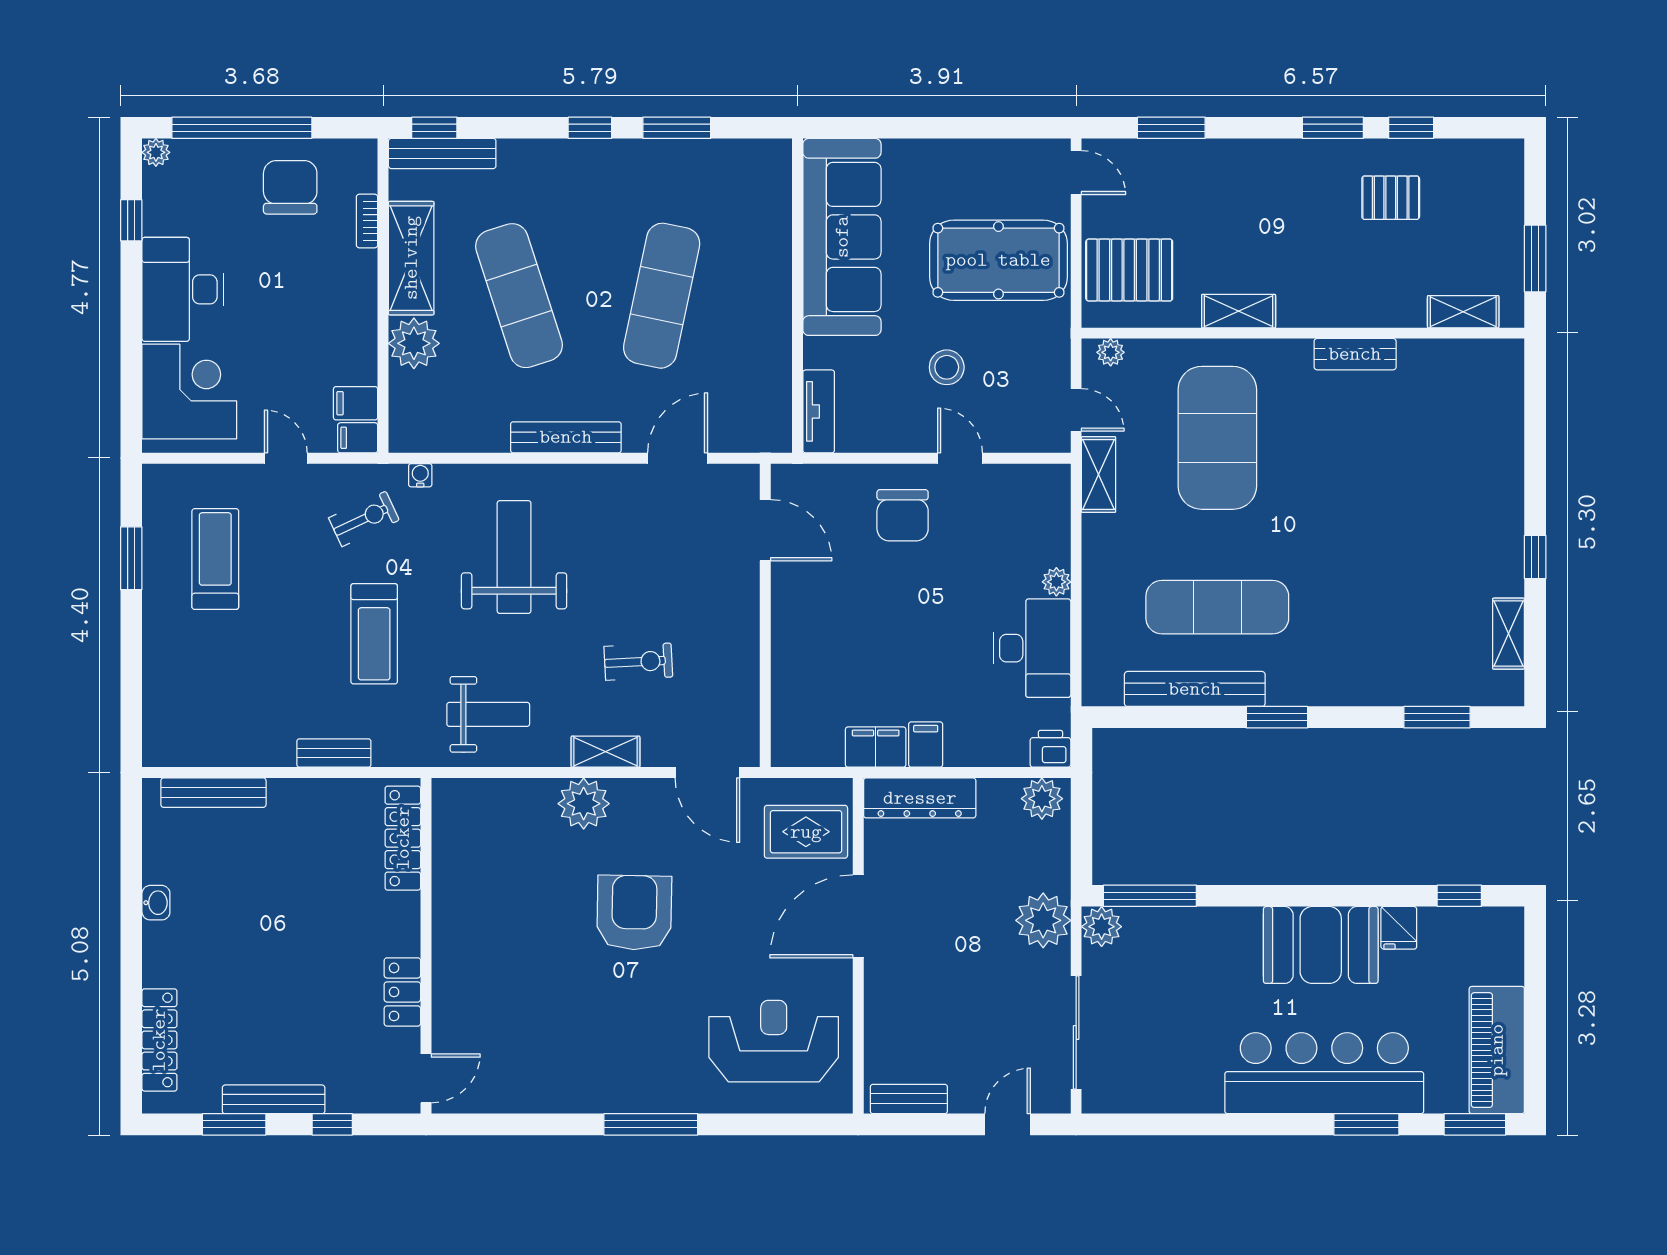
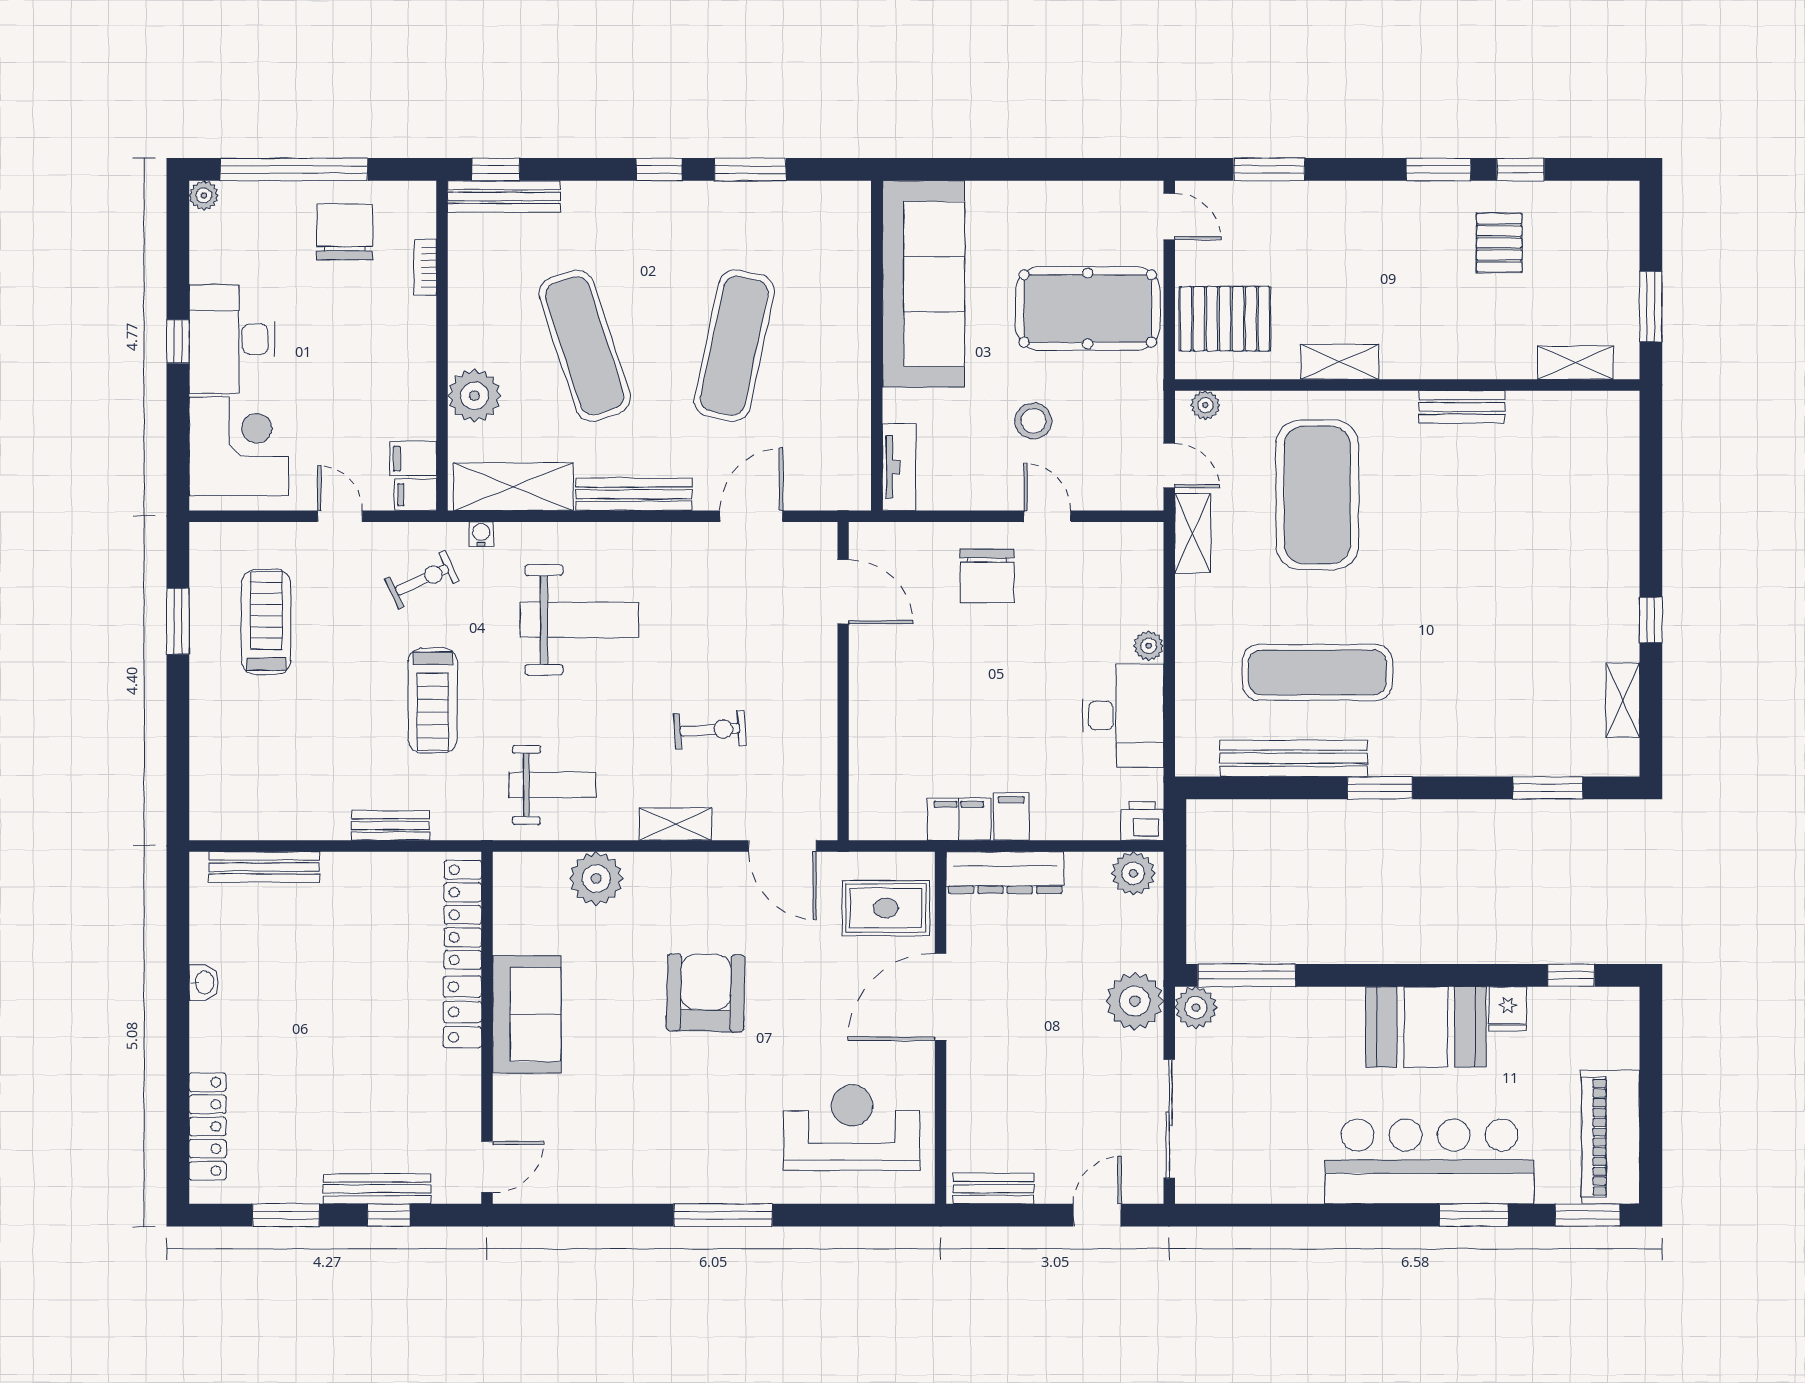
pallet: (1391, 198) -> (1499, 243), turned 90
window: (131, 220) -> (178, 341), moved
shelving: (411, 258) -> (513, 487), moved, turned 90
weight bench: (514, 557) -> (579, 620), turned 90
plant: (584, 804) -> (596, 879), moved
sofa: (464, 933) -> (527, 1014), added
locker: (402, 992) -> (462, 1012), moved
bench: (274, 1099) -> (377, 1189), moved

